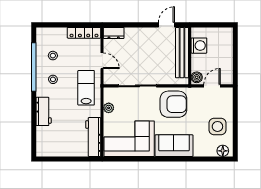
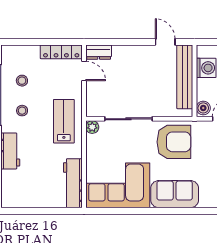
door: (166, 25) -> (165, 42), hinge flipped
door: (102, 61) -> (84, 71), moved
plant: (109, 108) -> (92, 127), moved

